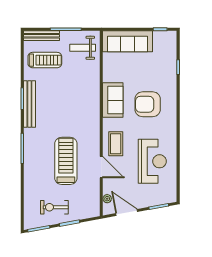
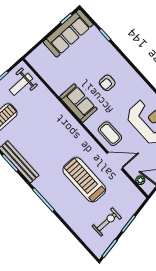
sofa: (128, 41) -> (68, 33), moved
armchair: (148, 104) -> (107, 83), width x0.53, depth x0.53
exercise bike: (54, 207) -> (107, 222), turned 180

